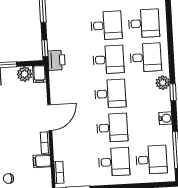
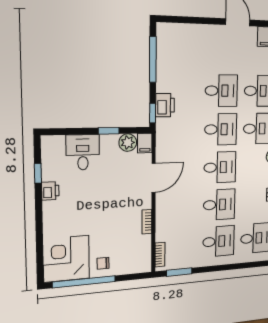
printer: (56, 60) -> (165, 105), moved
door: (50, 118) -> (154, 178), moved
filing cabinet: (42, 161) -> (142, 242), removed

